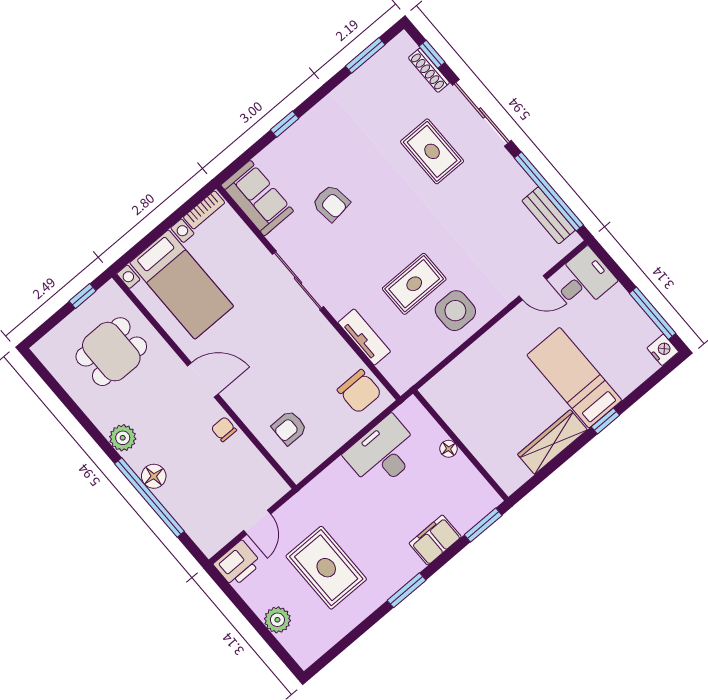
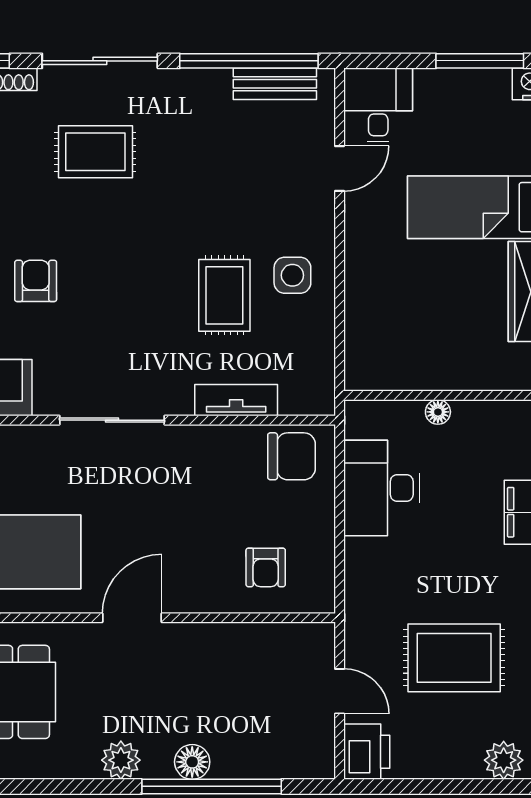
armchair: (331, 203) -> (36, 281), moved, turned -83
side table: (455, 311) -> (292, 275), width x0.73, depth x0.73
chair: (224, 429) -> (206, 641), removed
plant: (277, 620) -> (504, 760), moved

